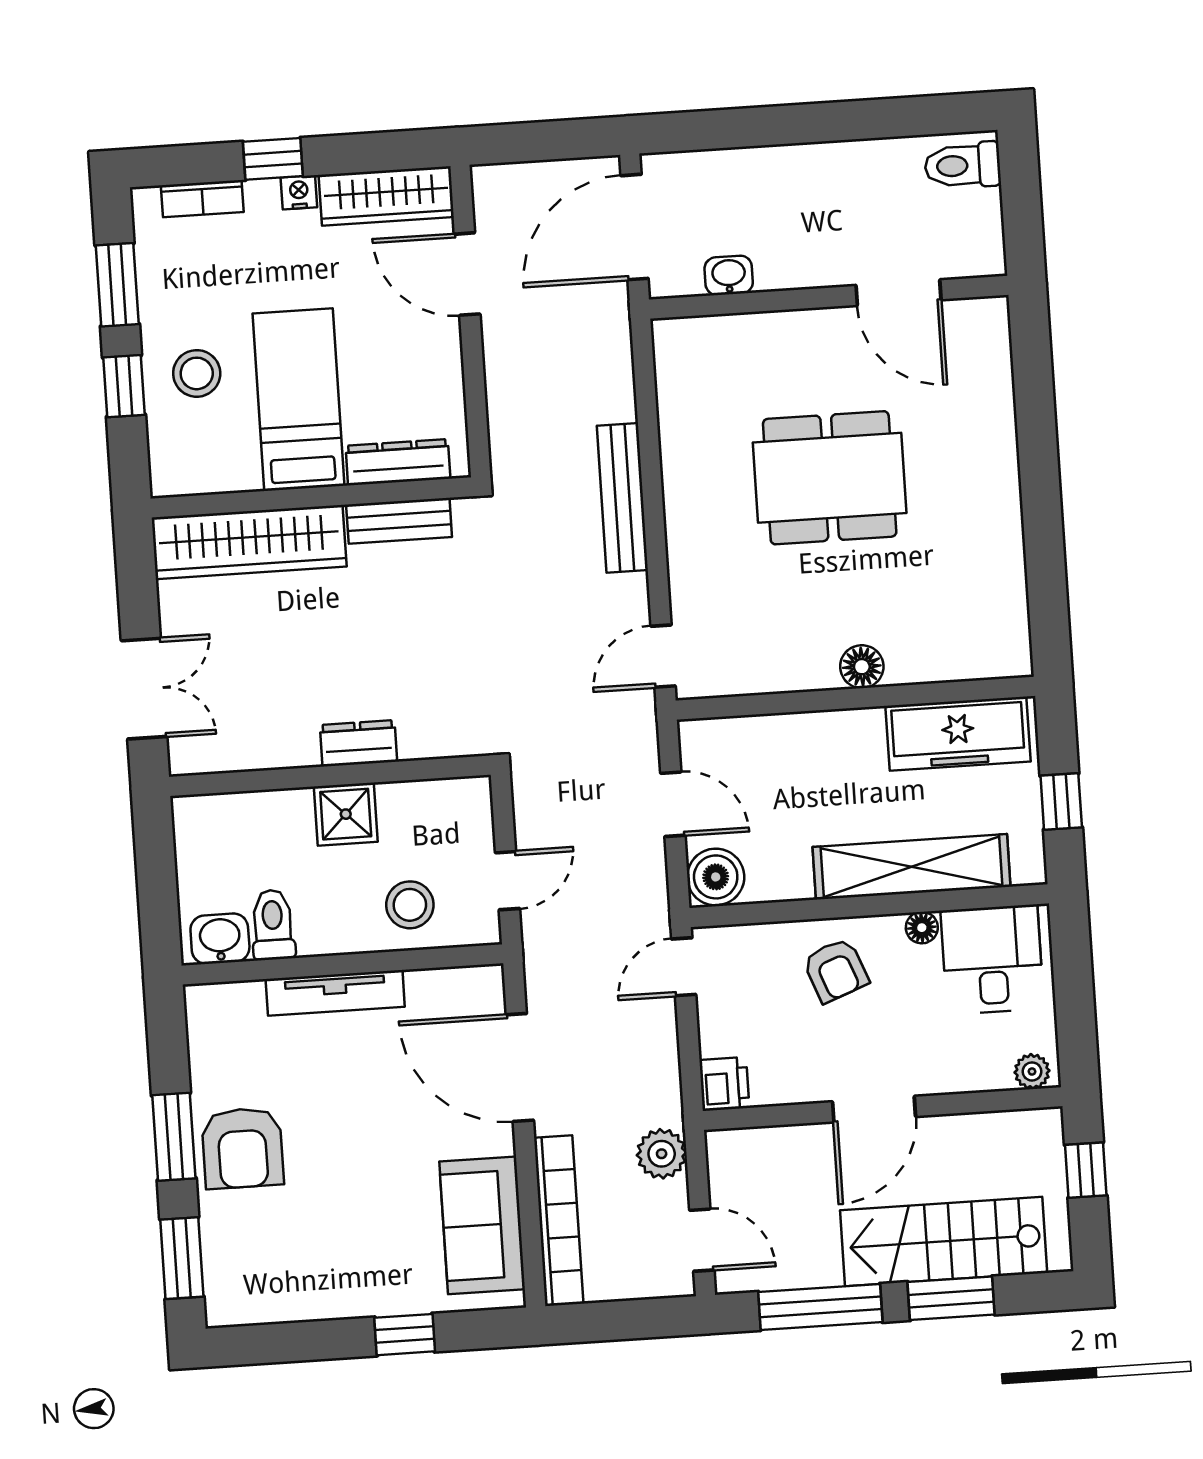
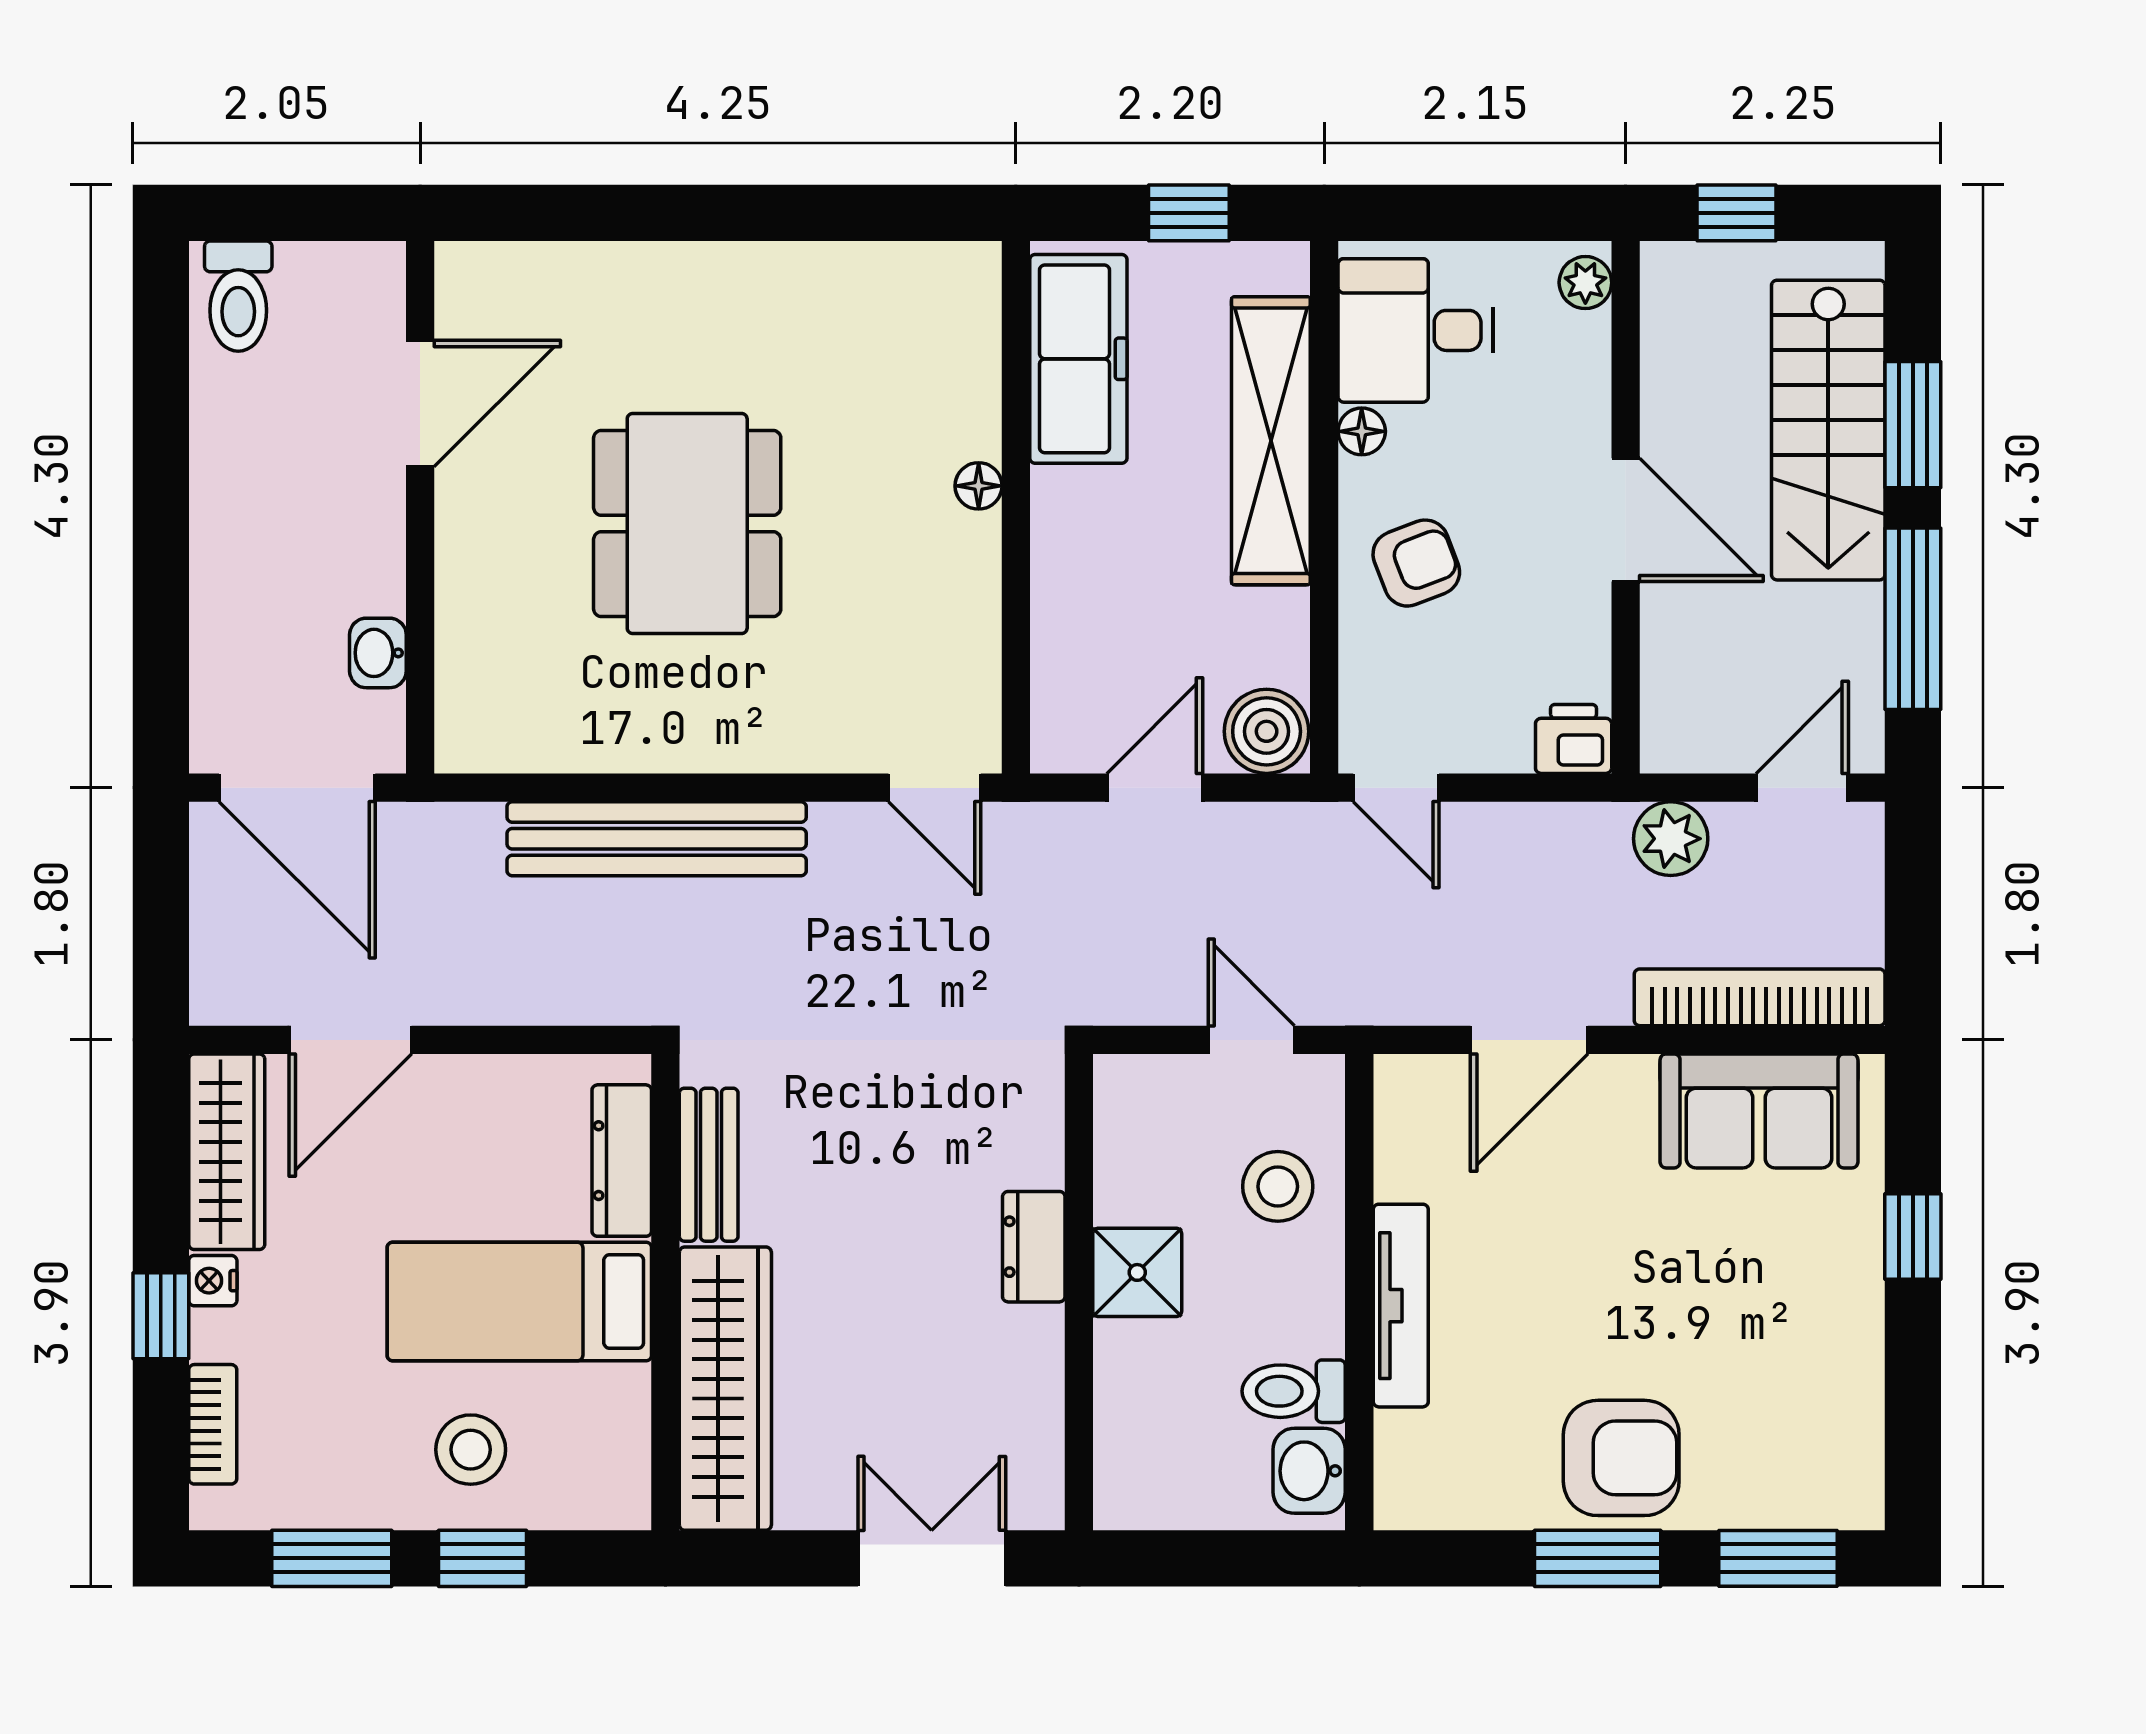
bench: (622, 498) -> (657, 839), width x1.37, depth x1.21
floor lamp: (862, 667) -> (979, 486), width x0.73, depth x0.73
door: (520, 1068) -> (1529, 1040), width x0.73

